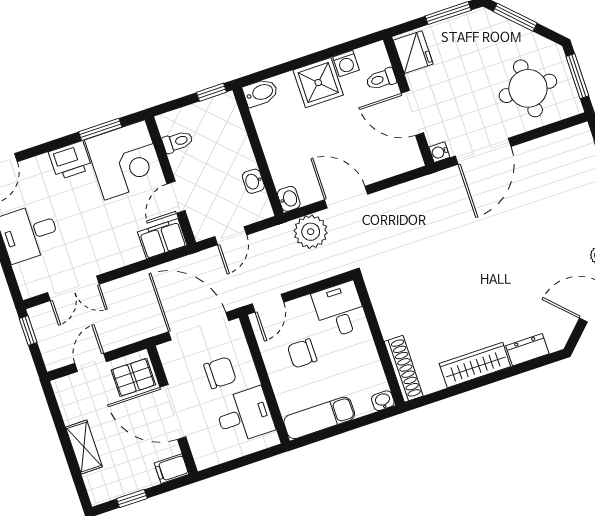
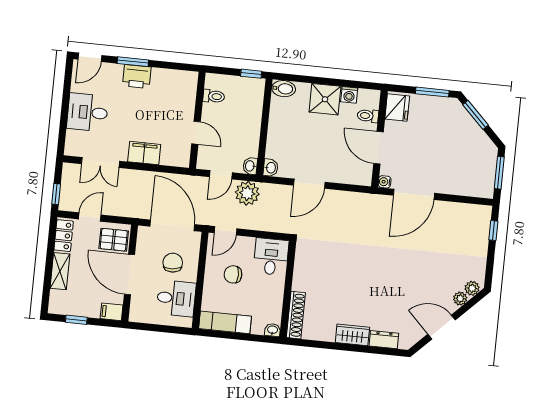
round table: (528, 88) -> (463, 166), removed
window: (100, 129) -> (133, 62), moved
corner desk: (125, 160) -> (173, 93), removed
washbasin: (253, 181) -> (250, 166), moved
door: (176, 197) -> (196, 133), swing flipped
door: (346, 197) -> (309, 184), swing flipped
plant: (311, 232) -> (247, 193), moved
filing cabinet: (162, 239) -> (144, 153), moved
window: (28, 330) -> (56, 194), moved
wardrobe: (475, 365) -> (352, 335), width x0.67
chair: (220, 373) -> (173, 263), turned -95
locker: (69, 400) -> (64, 236), added

